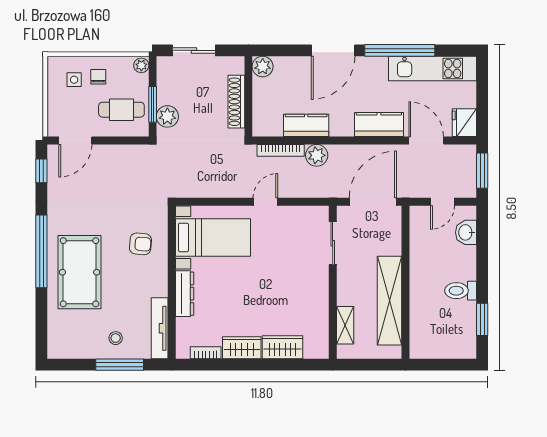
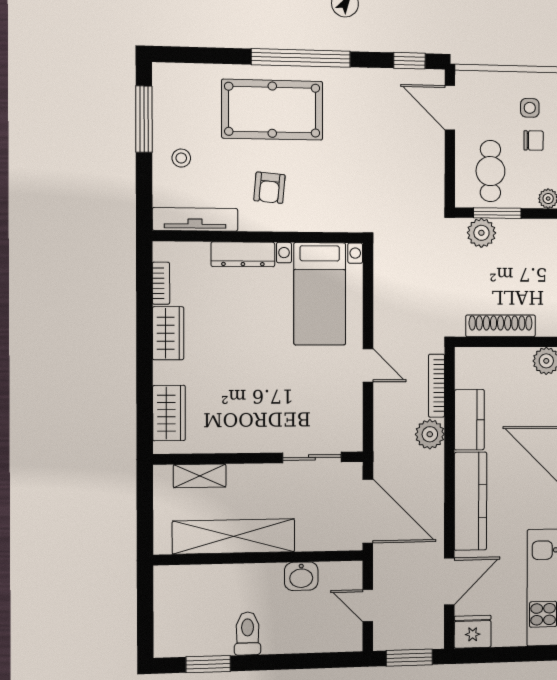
kitchen counter: (379, 124) -> (470, 501), width x1.50
washbasin: (466, 232) -> (301, 576), moved, turned 180
armchair: (140, 244) -> (269, 188), moved
wardrobe: (283, 347) -> (169, 413), moved
window: (120, 365) -> (144, 119), moved

